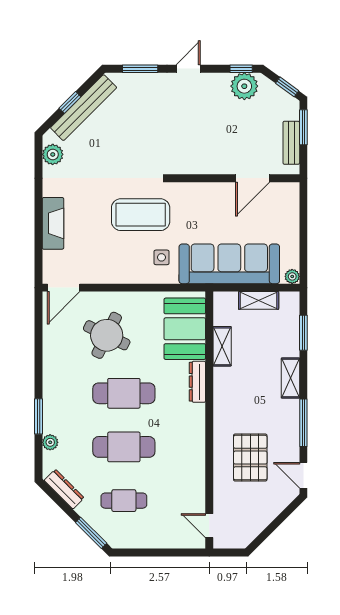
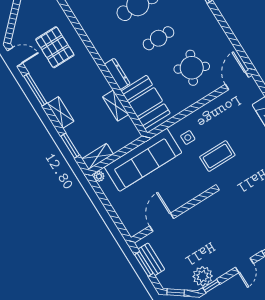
window: (303, 127) -> (144, 264), moved
coffee table: (141, 215) -> (217, 156), width x0.73, depth x0.76
shelving: (259, 300) -> (98, 156), moved
cafe table: (124, 393) -> (159, 38), width x0.73, depth x0.74

